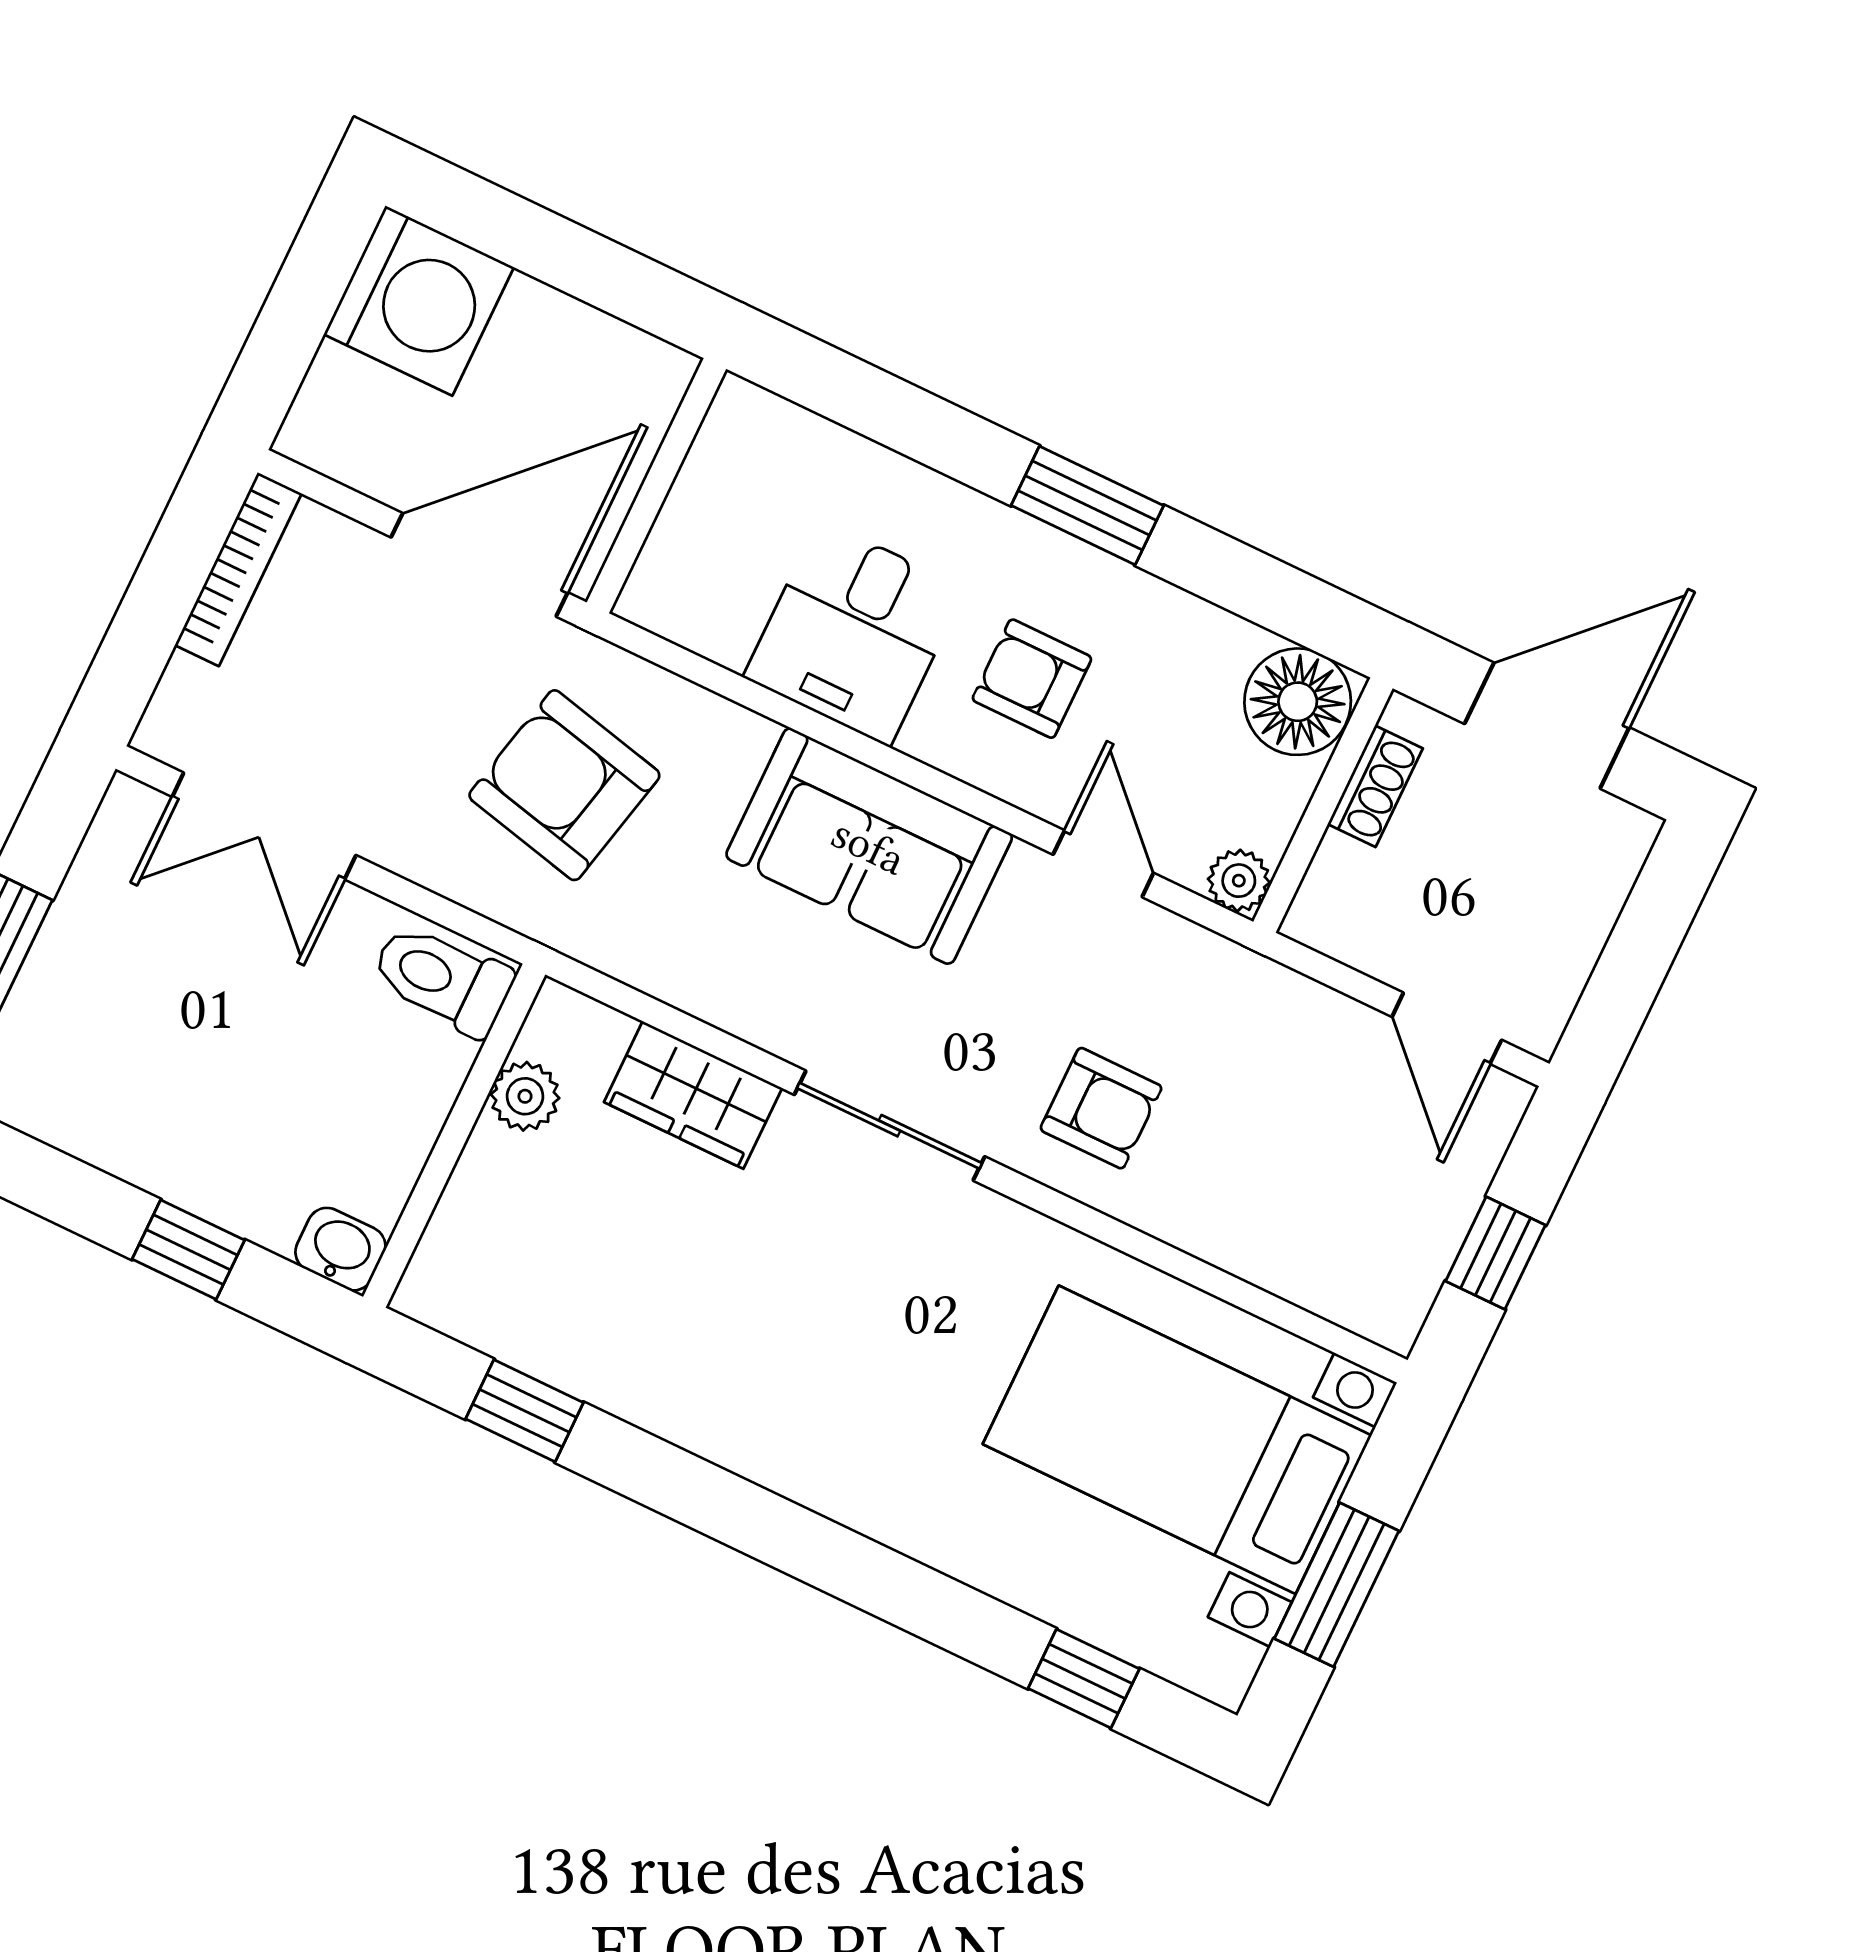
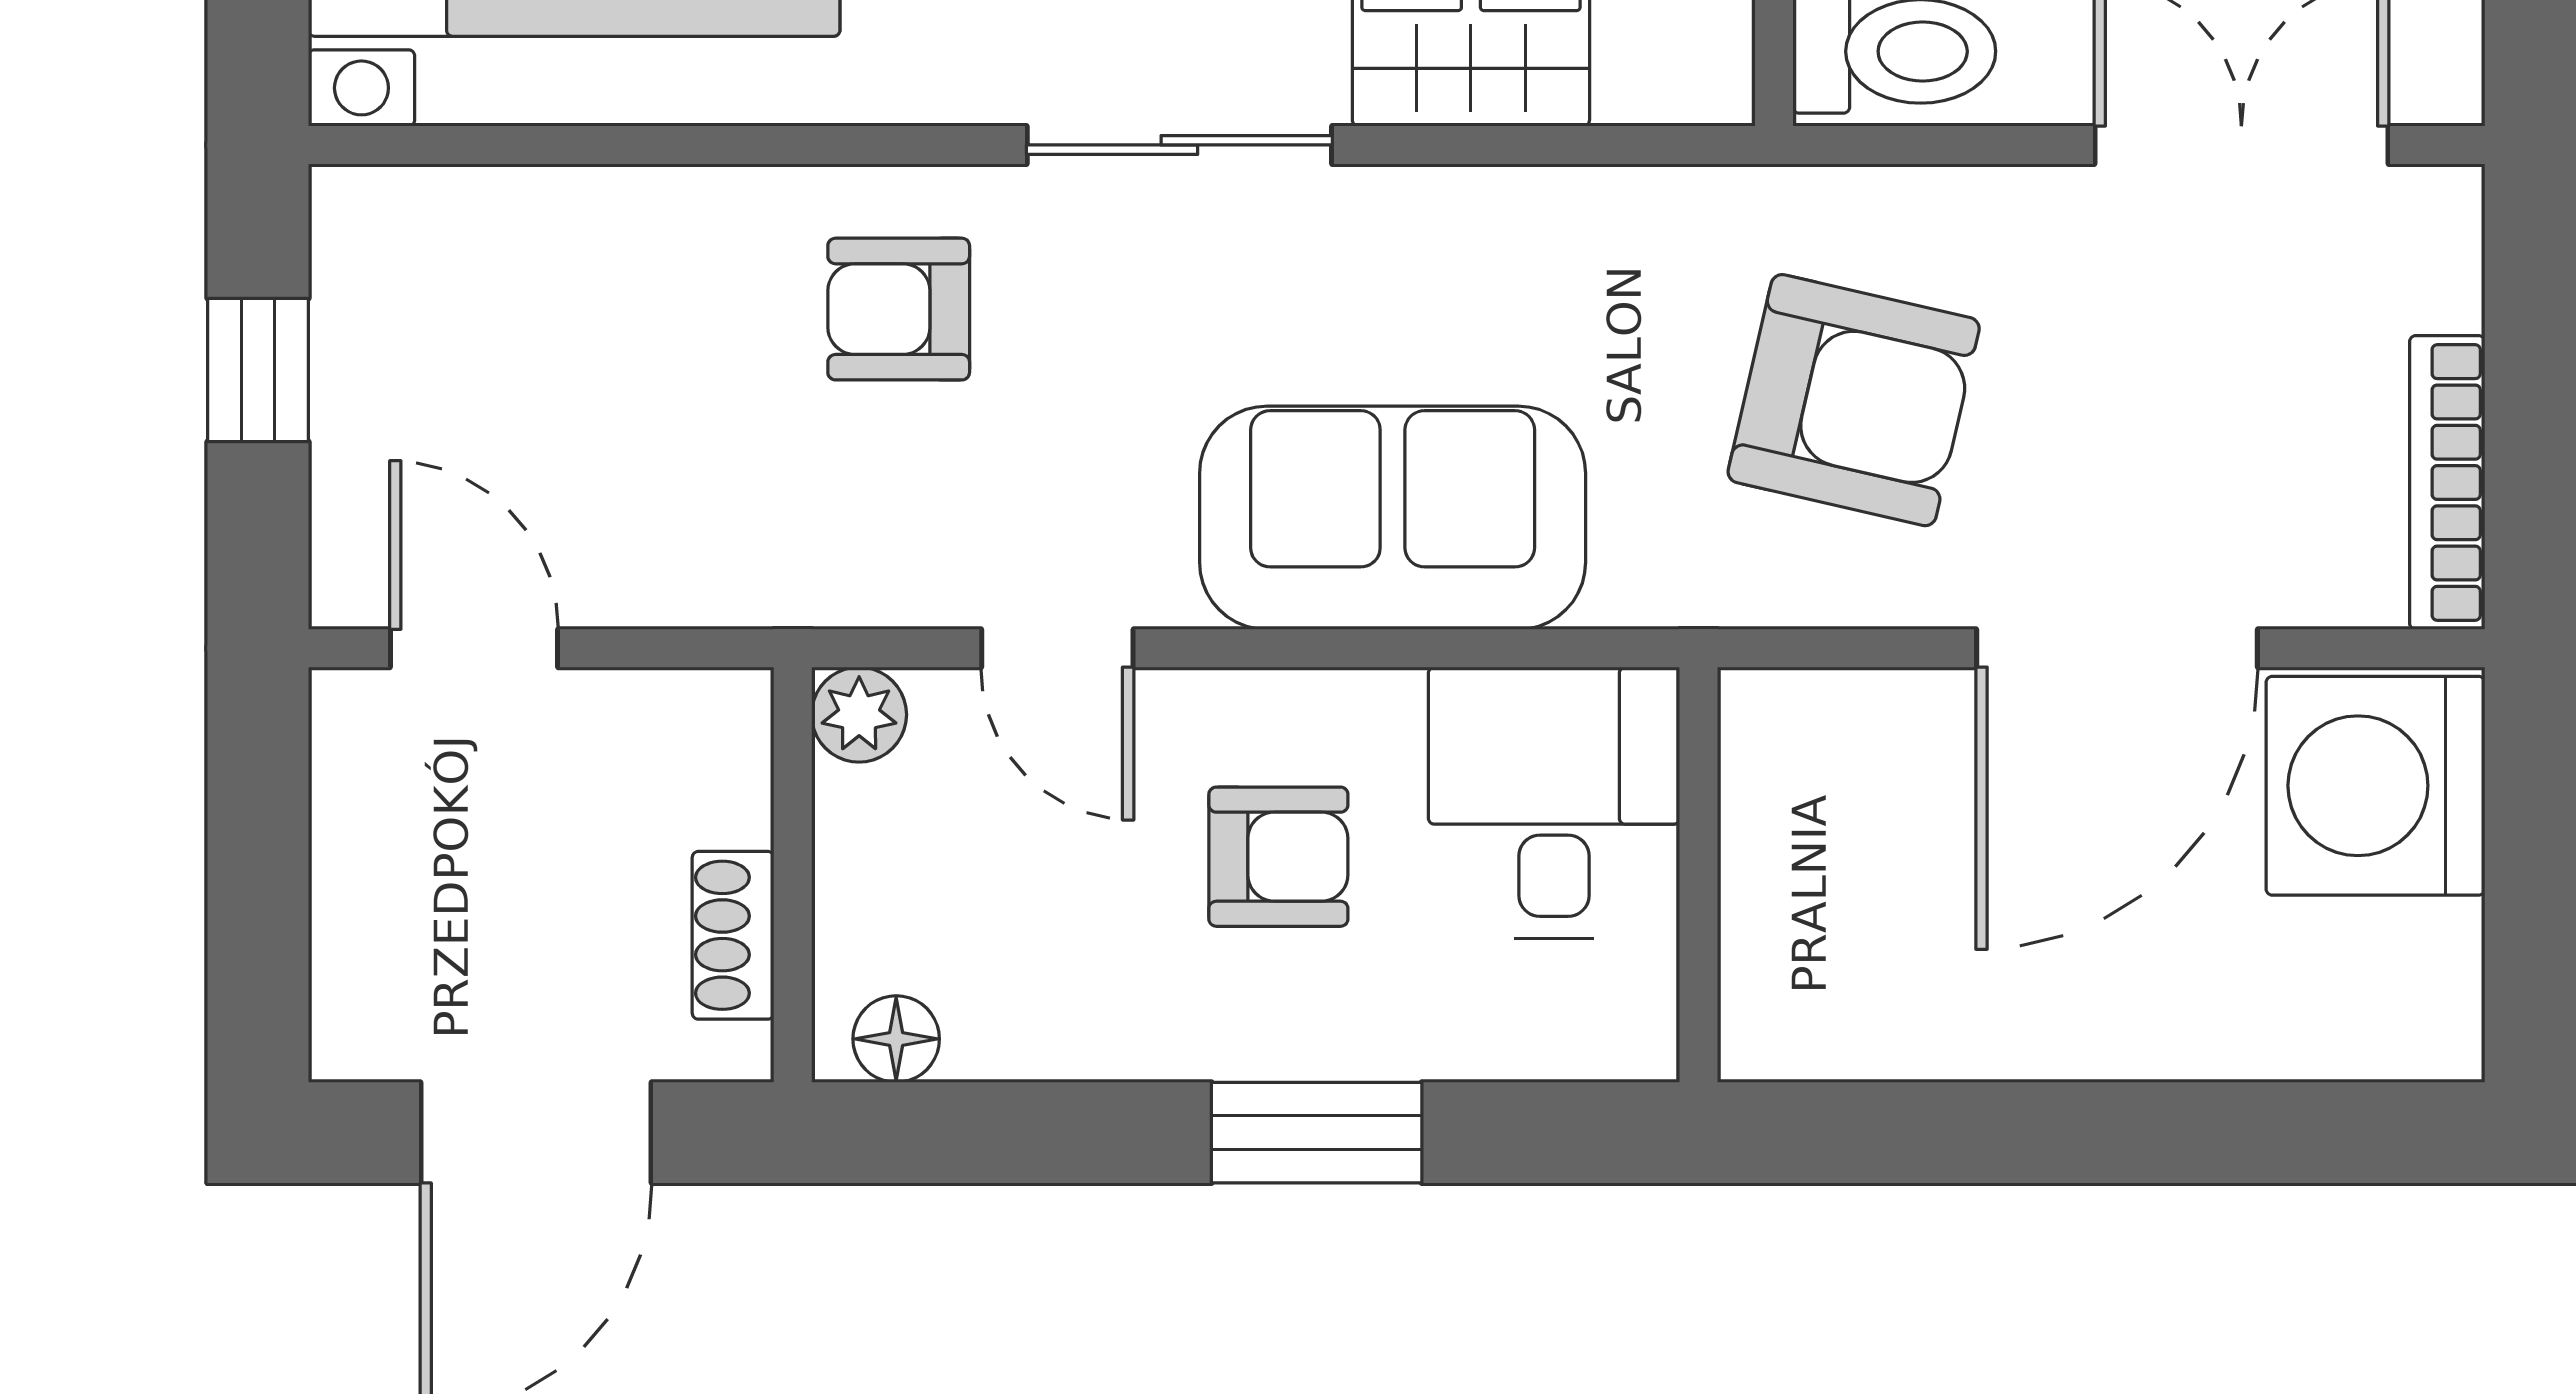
washing machine: (419, 301) -> (2375, 786), moved
wall: (656, 486) -> (1698, 875), moved
floor lamp: (1298, 702) -> (896, 1039), width x0.53, depth x0.53

